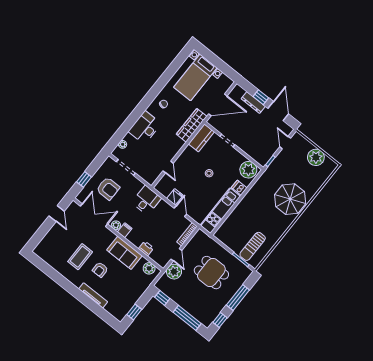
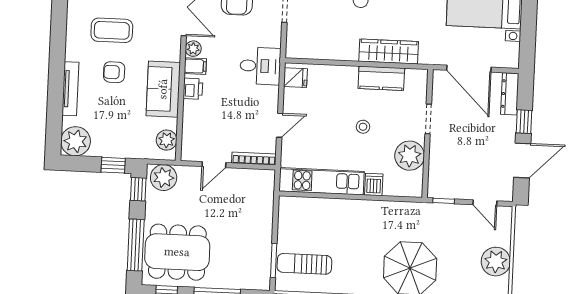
dresser: (253, 103) -> (510, 94), moved
wardrobe: (192, 125) -> (389, 51), moved
kitchen counter: (201, 138) -> (381, 78), moved
door: (285, 143) -> (485, 203), swing flipped
door: (168, 167) -> (330, 62), removed
plant: (248, 170) -> (410, 156), moved
fridge: (175, 197) -> (295, 78), moved
printer: (146, 248) -> (193, 89), moved
plant: (174, 272) -> (164, 178), moved
dining table: (211, 273) -> (177, 252), moved, width x1.38
plant: (119, 311) -> (76, 141), added
window: (134, 312) -> (113, 165), moved

